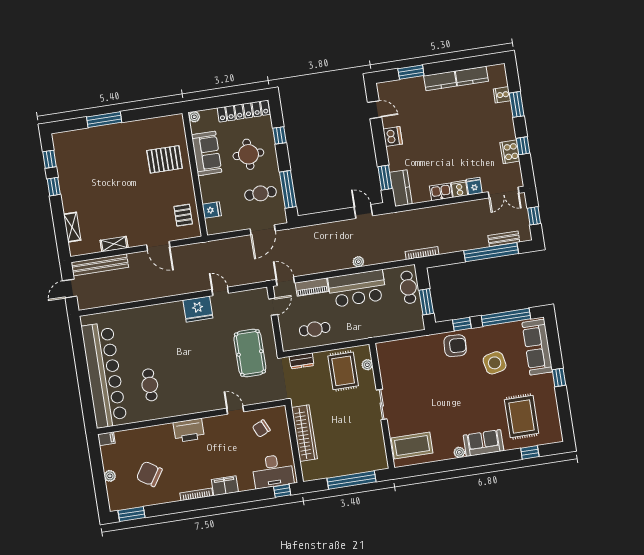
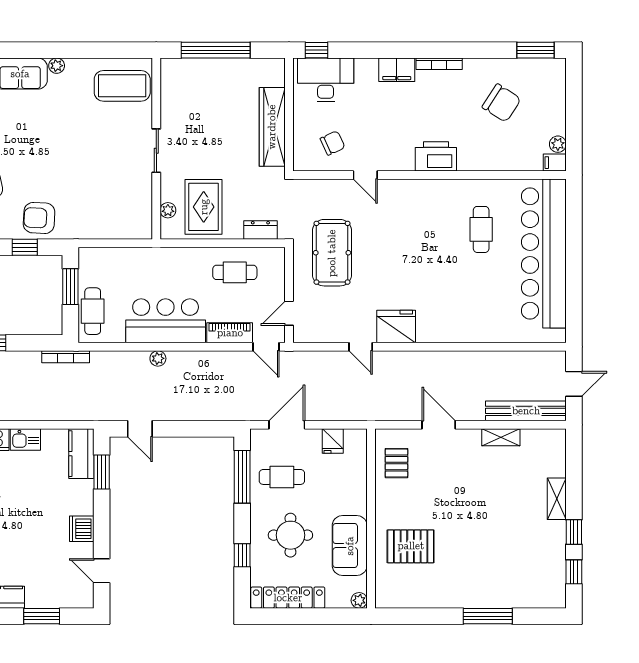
fridge: (212, 210) -> (333, 441), moved, turned -90
shelving: (72, 227) -> (557, 499), moved
plant: (110, 476) -> (558, 144), moved

